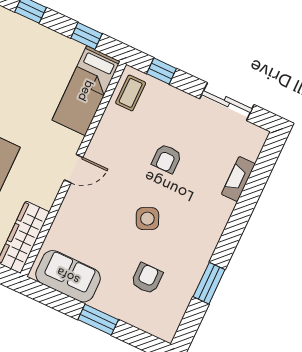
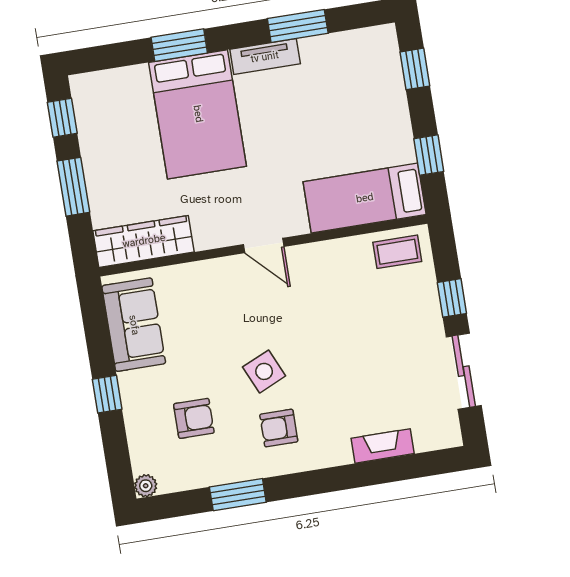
window: (162, 71) -> (452, 298), moved
armchair: (167, 159) -> (279, 428), moved
window: (98, 320) -> (107, 394), width x0.67
plant: (167, 334) -> (146, 486), added

